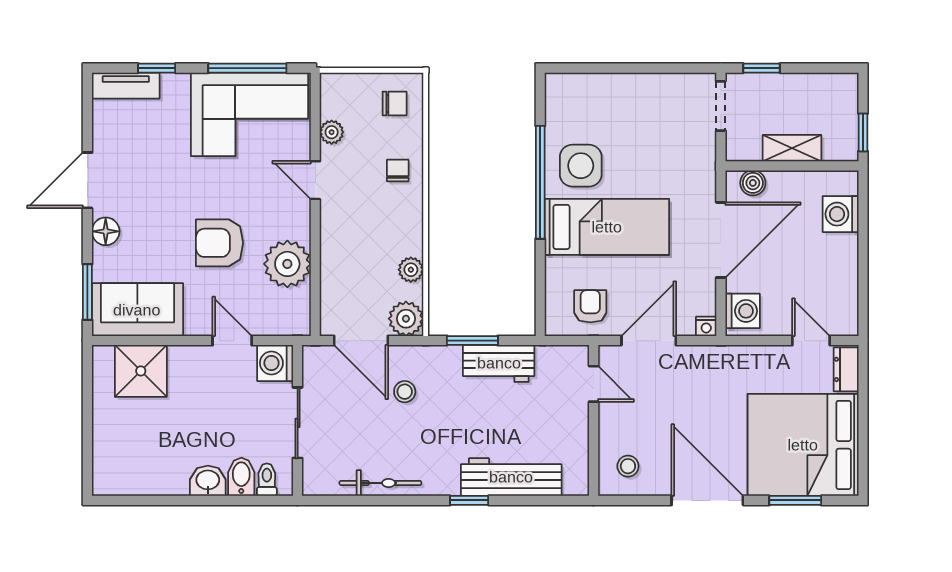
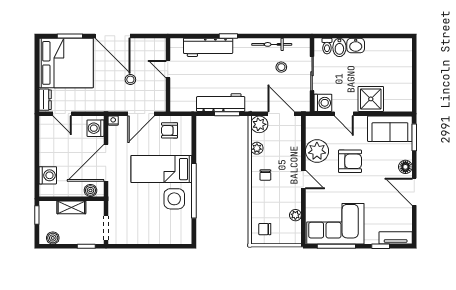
boiler: (830, 85) -> (53, 238), added
chair: (398, 170) -> (265, 175), moved
door: (87, 180) -> (414, 192), swing flipped
door: (315, 180) -> (303, 180), moved
armchair: (590, 306) -> (170, 130), turned 90
workbench: (499, 363) -> (221, 103), width x1.38
shower: (141, 371) -> (371, 99), moved
door: (594, 384) -> (168, 69), moved
stool: (405, 392) -> (281, 67), moved
stool: (628, 466) -> (130, 79), moved

